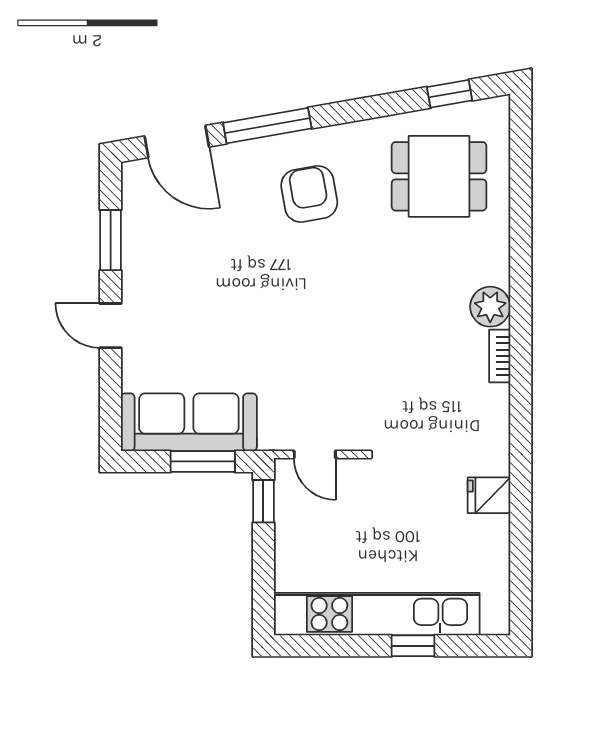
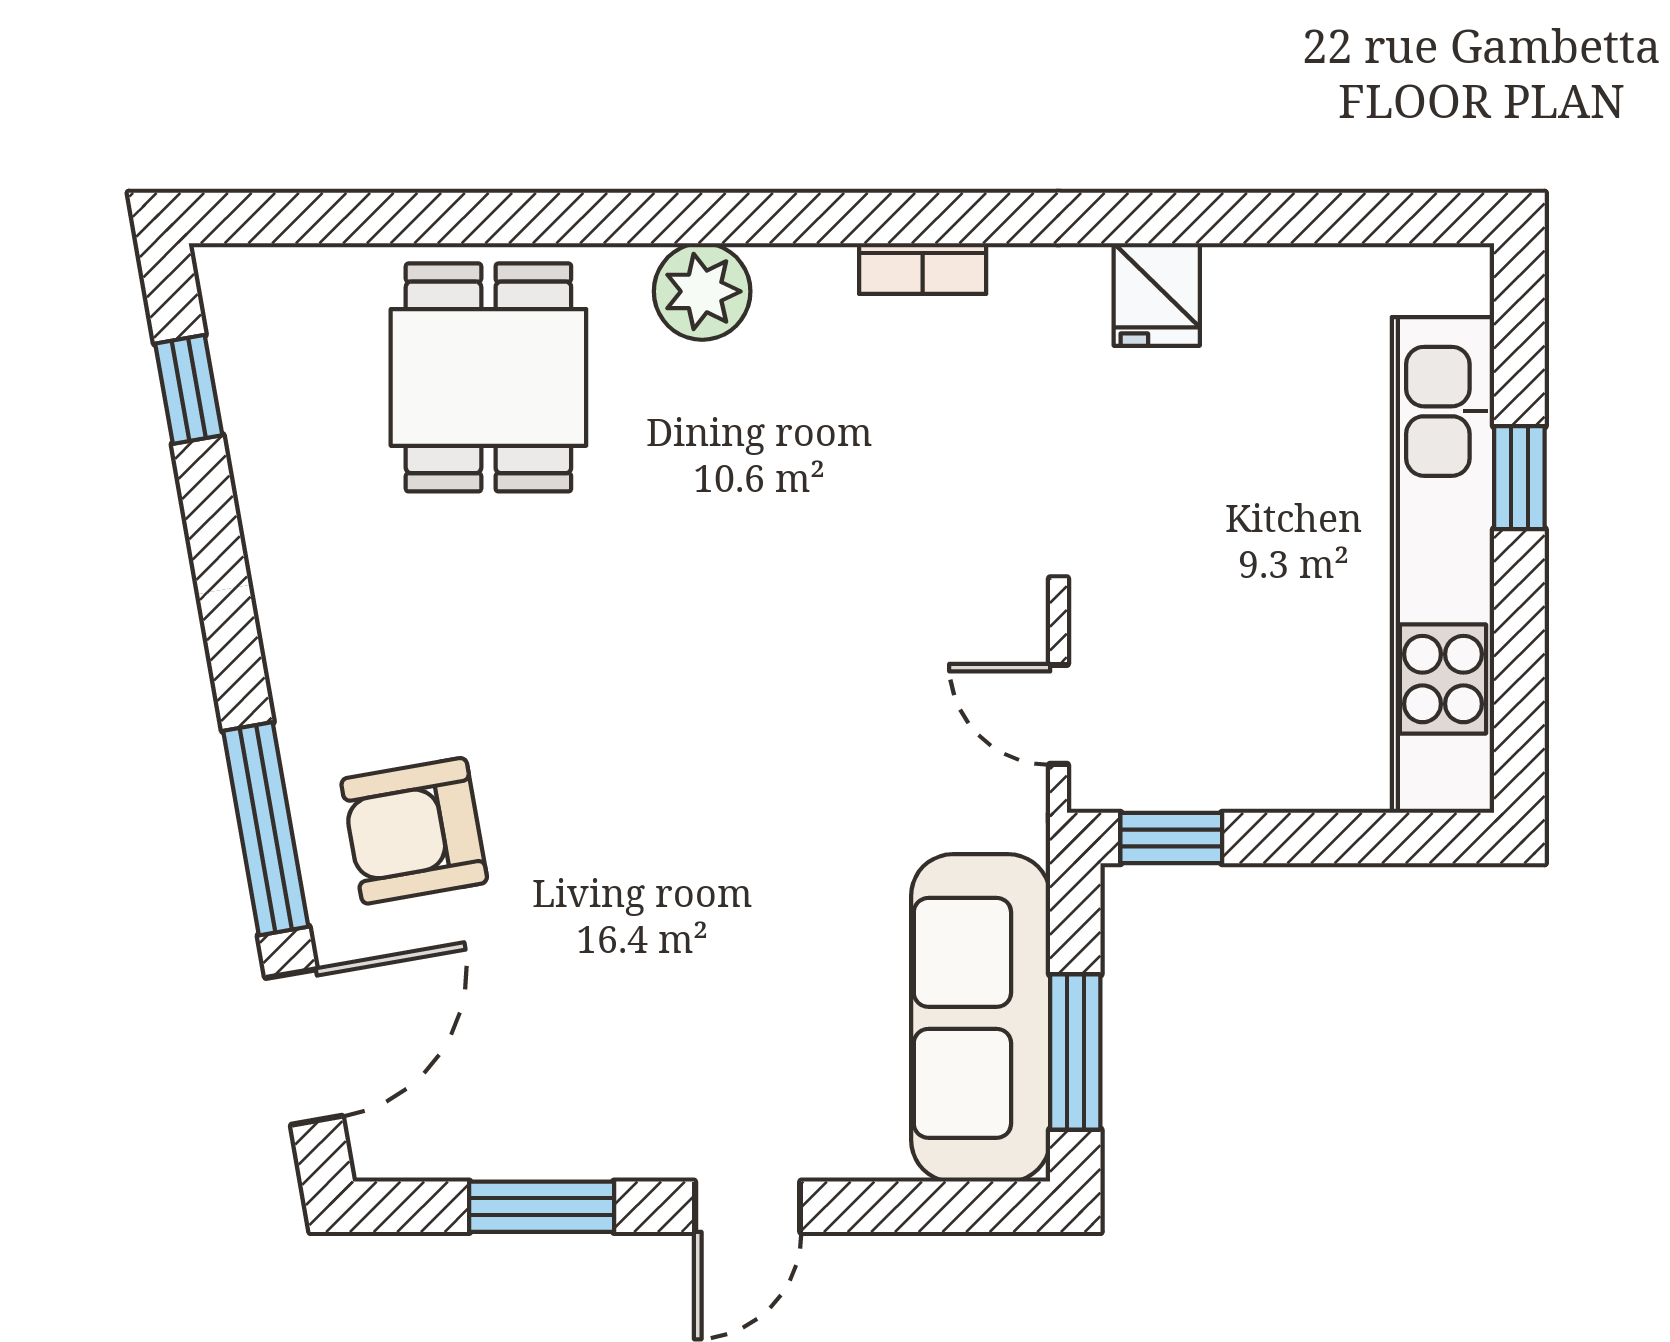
dining table: (439, 176) -> (488, 377), moved
armchair: (309, 194) -> (414, 831), moved
bookcase: (500, 356) -> (923, 269), moved
door: (315, 455) -> (1059, 714), swing flipped
window: (203, 461) -> (1075, 1052), moved

